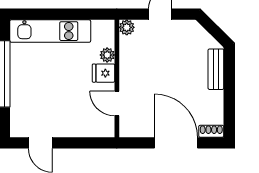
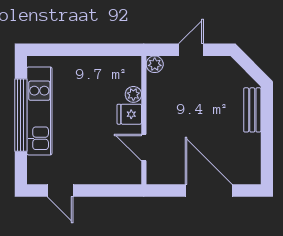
kitchen unit: (50, 31) -> (39, 111), moved, turned -90
shoe rack: (211, 131) -> (247, 178), removed

